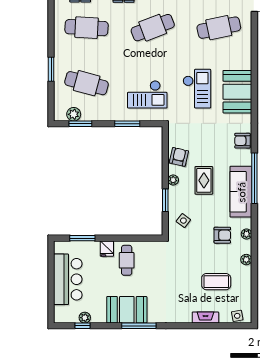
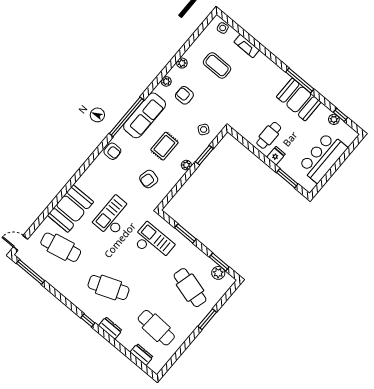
booth: (237, 92) -> (70, 209), moved
armchair: (179, 157) -> (149, 179), moved

